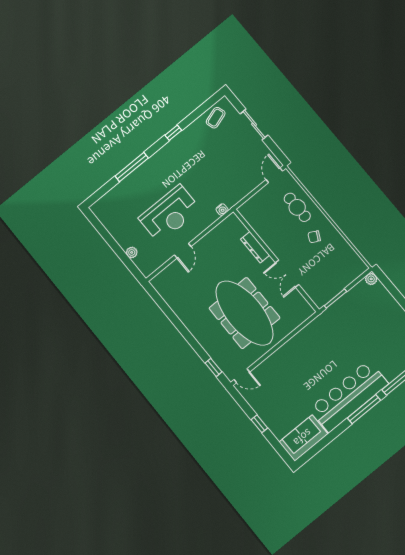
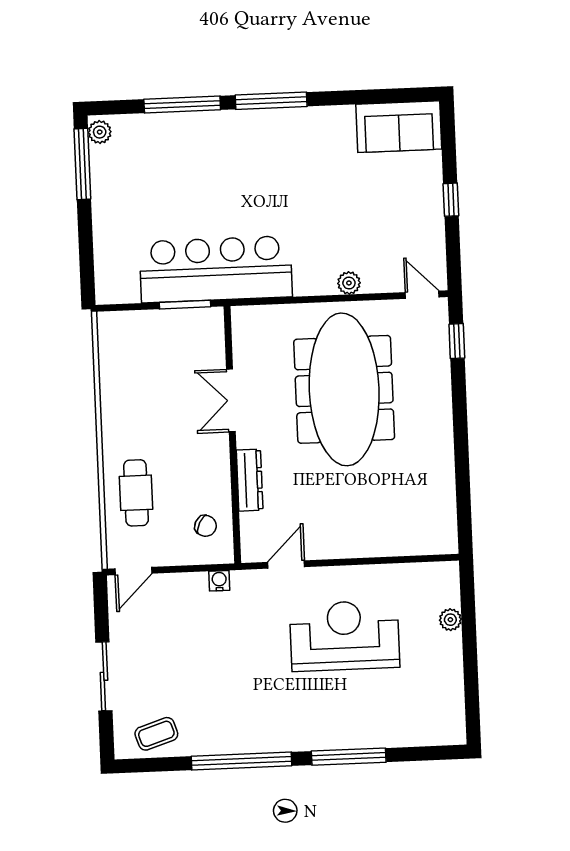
window: (173, 133) -> (242, 761), width x3.17
water cooler: (222, 210) -> (219, 581), moved
chair: (314, 237) -> (206, 526), moved
door: (183, 251) -> (286, 565), moved
double door: (287, 274) -> (231, 400), swing flipped
plant: (371, 279) -> (349, 283), moved
bar counter: (349, 396) -> (216, 269), moved, turned 180

